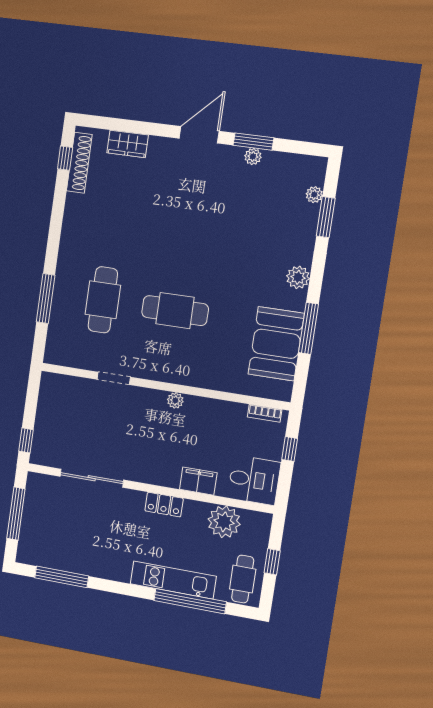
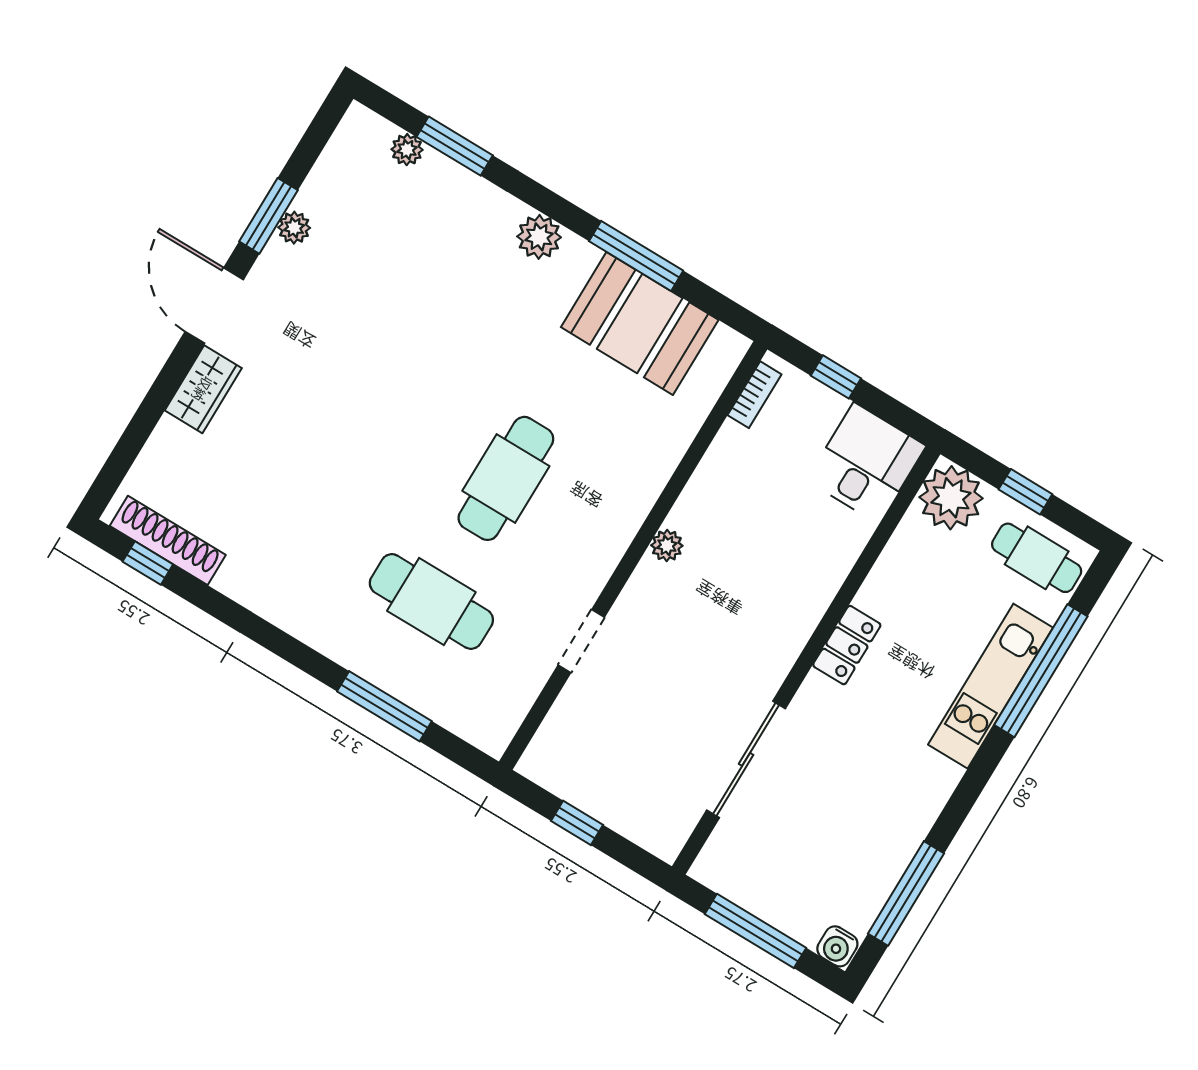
wardrobe: (128, 144) -> (203, 389), moved
window: (26, 440) -> (577, 823), moved
filing cabinet: (198, 481) -> (829, 565), removed
plant: (224, 522) -> (951, 498), moved
water cooler: (25, 554) -> (837, 946), added

